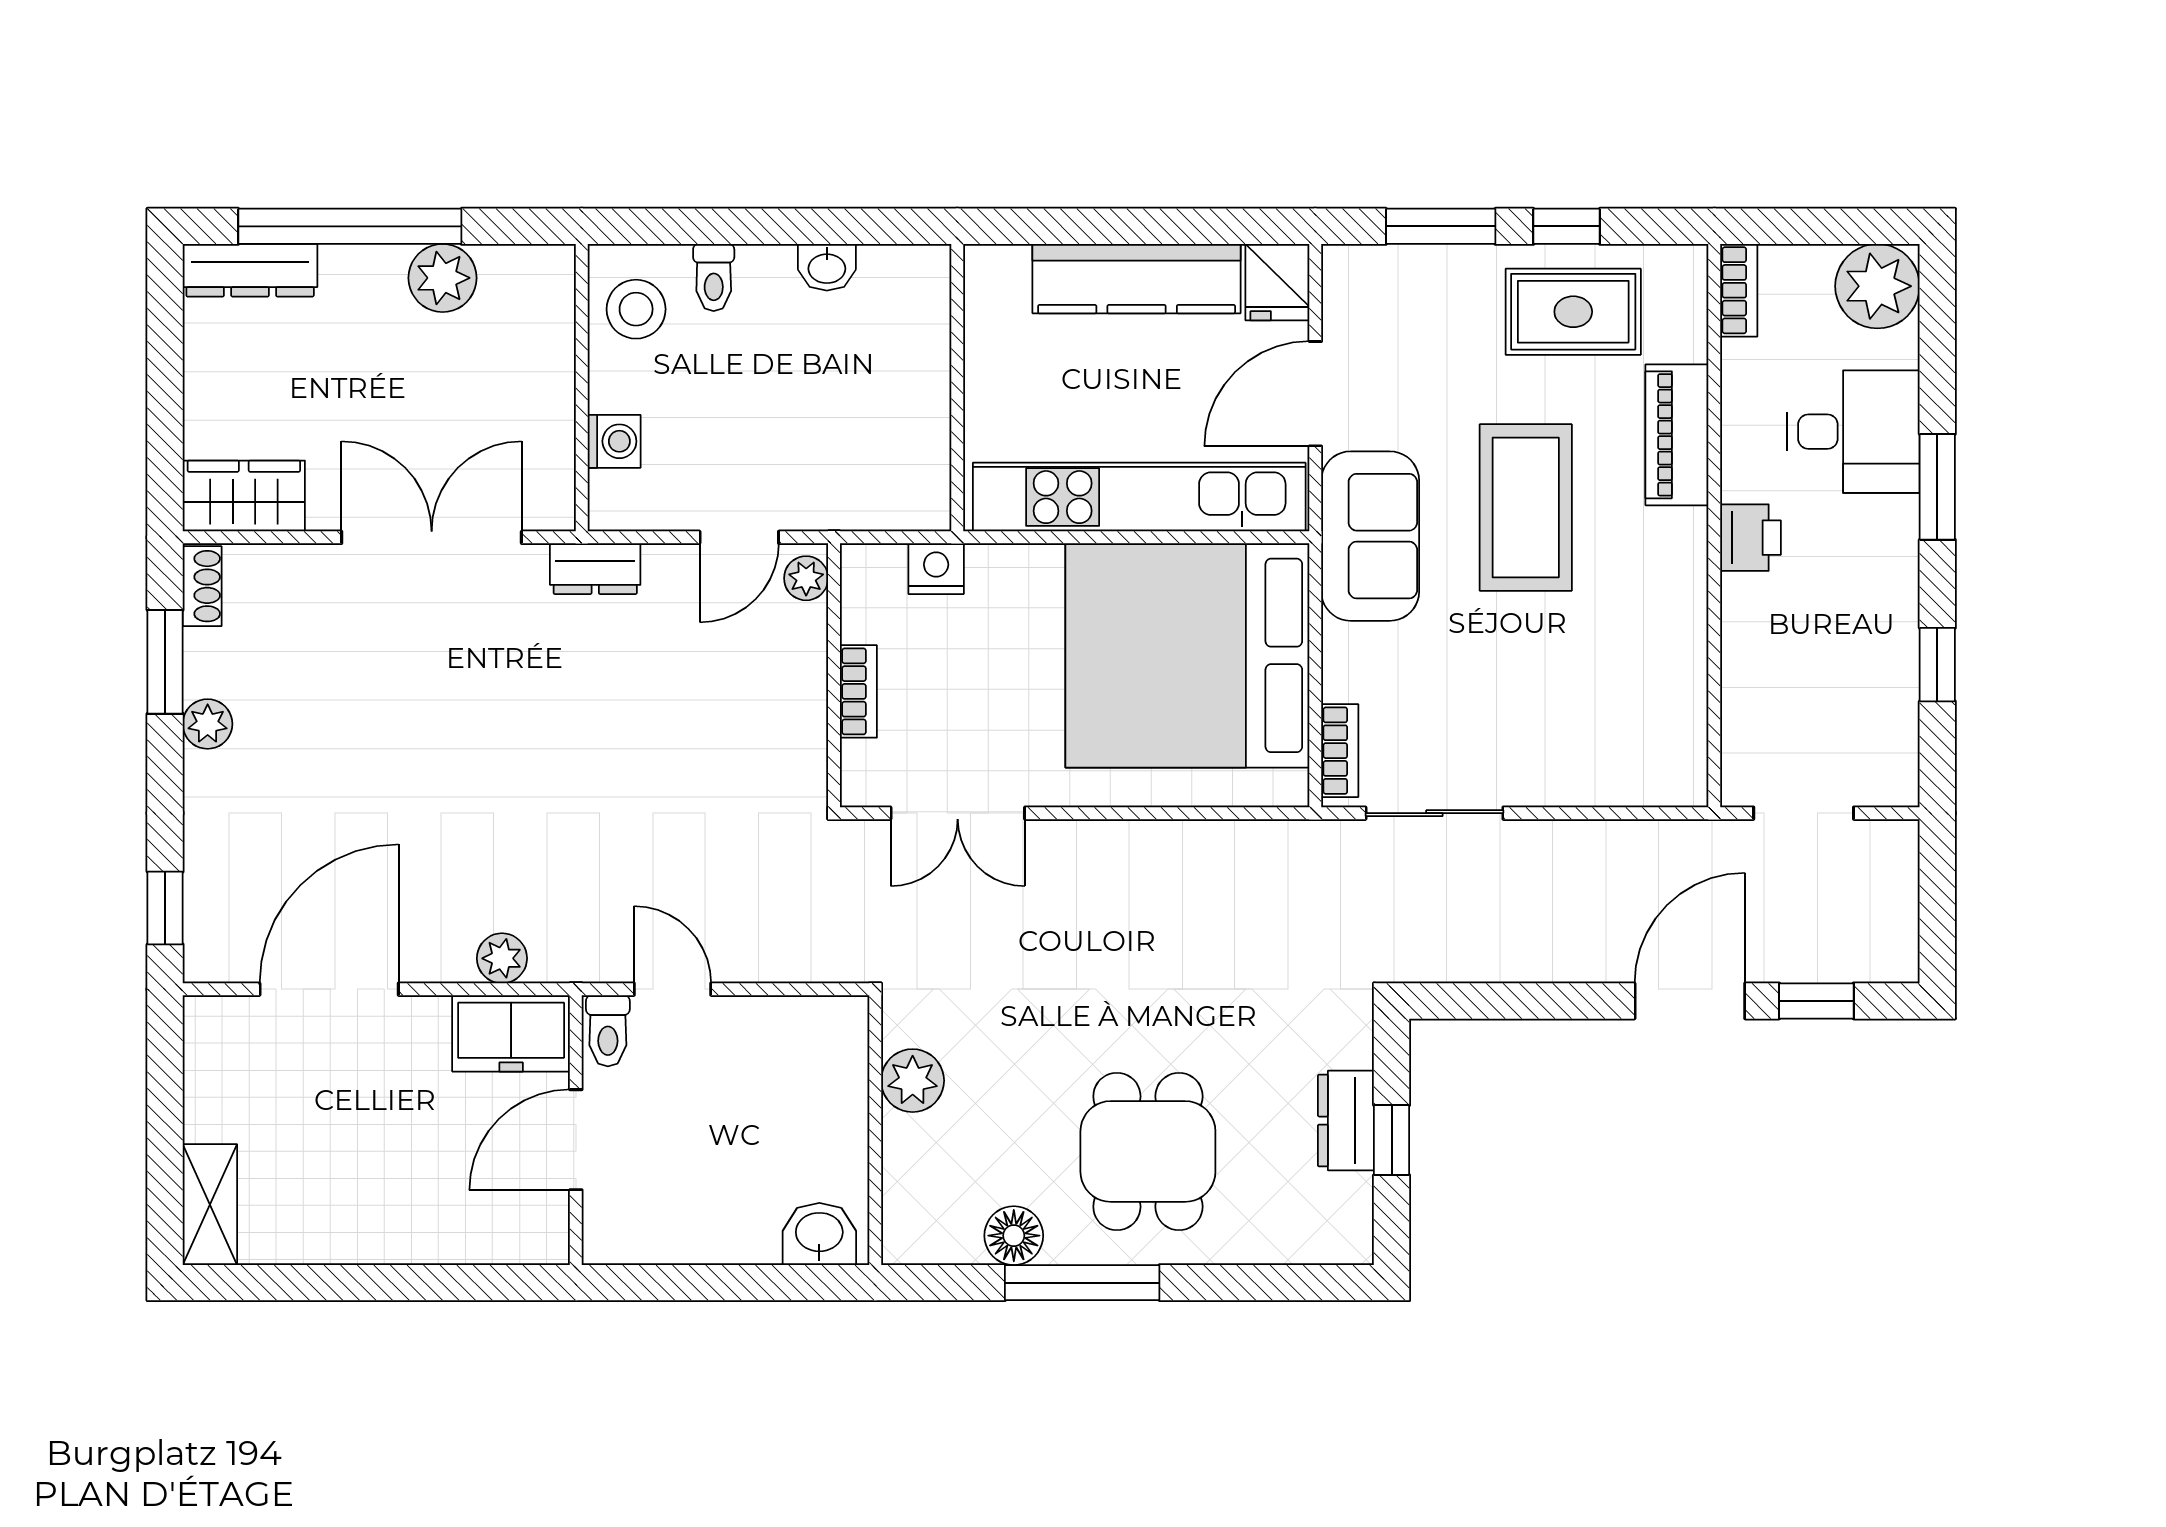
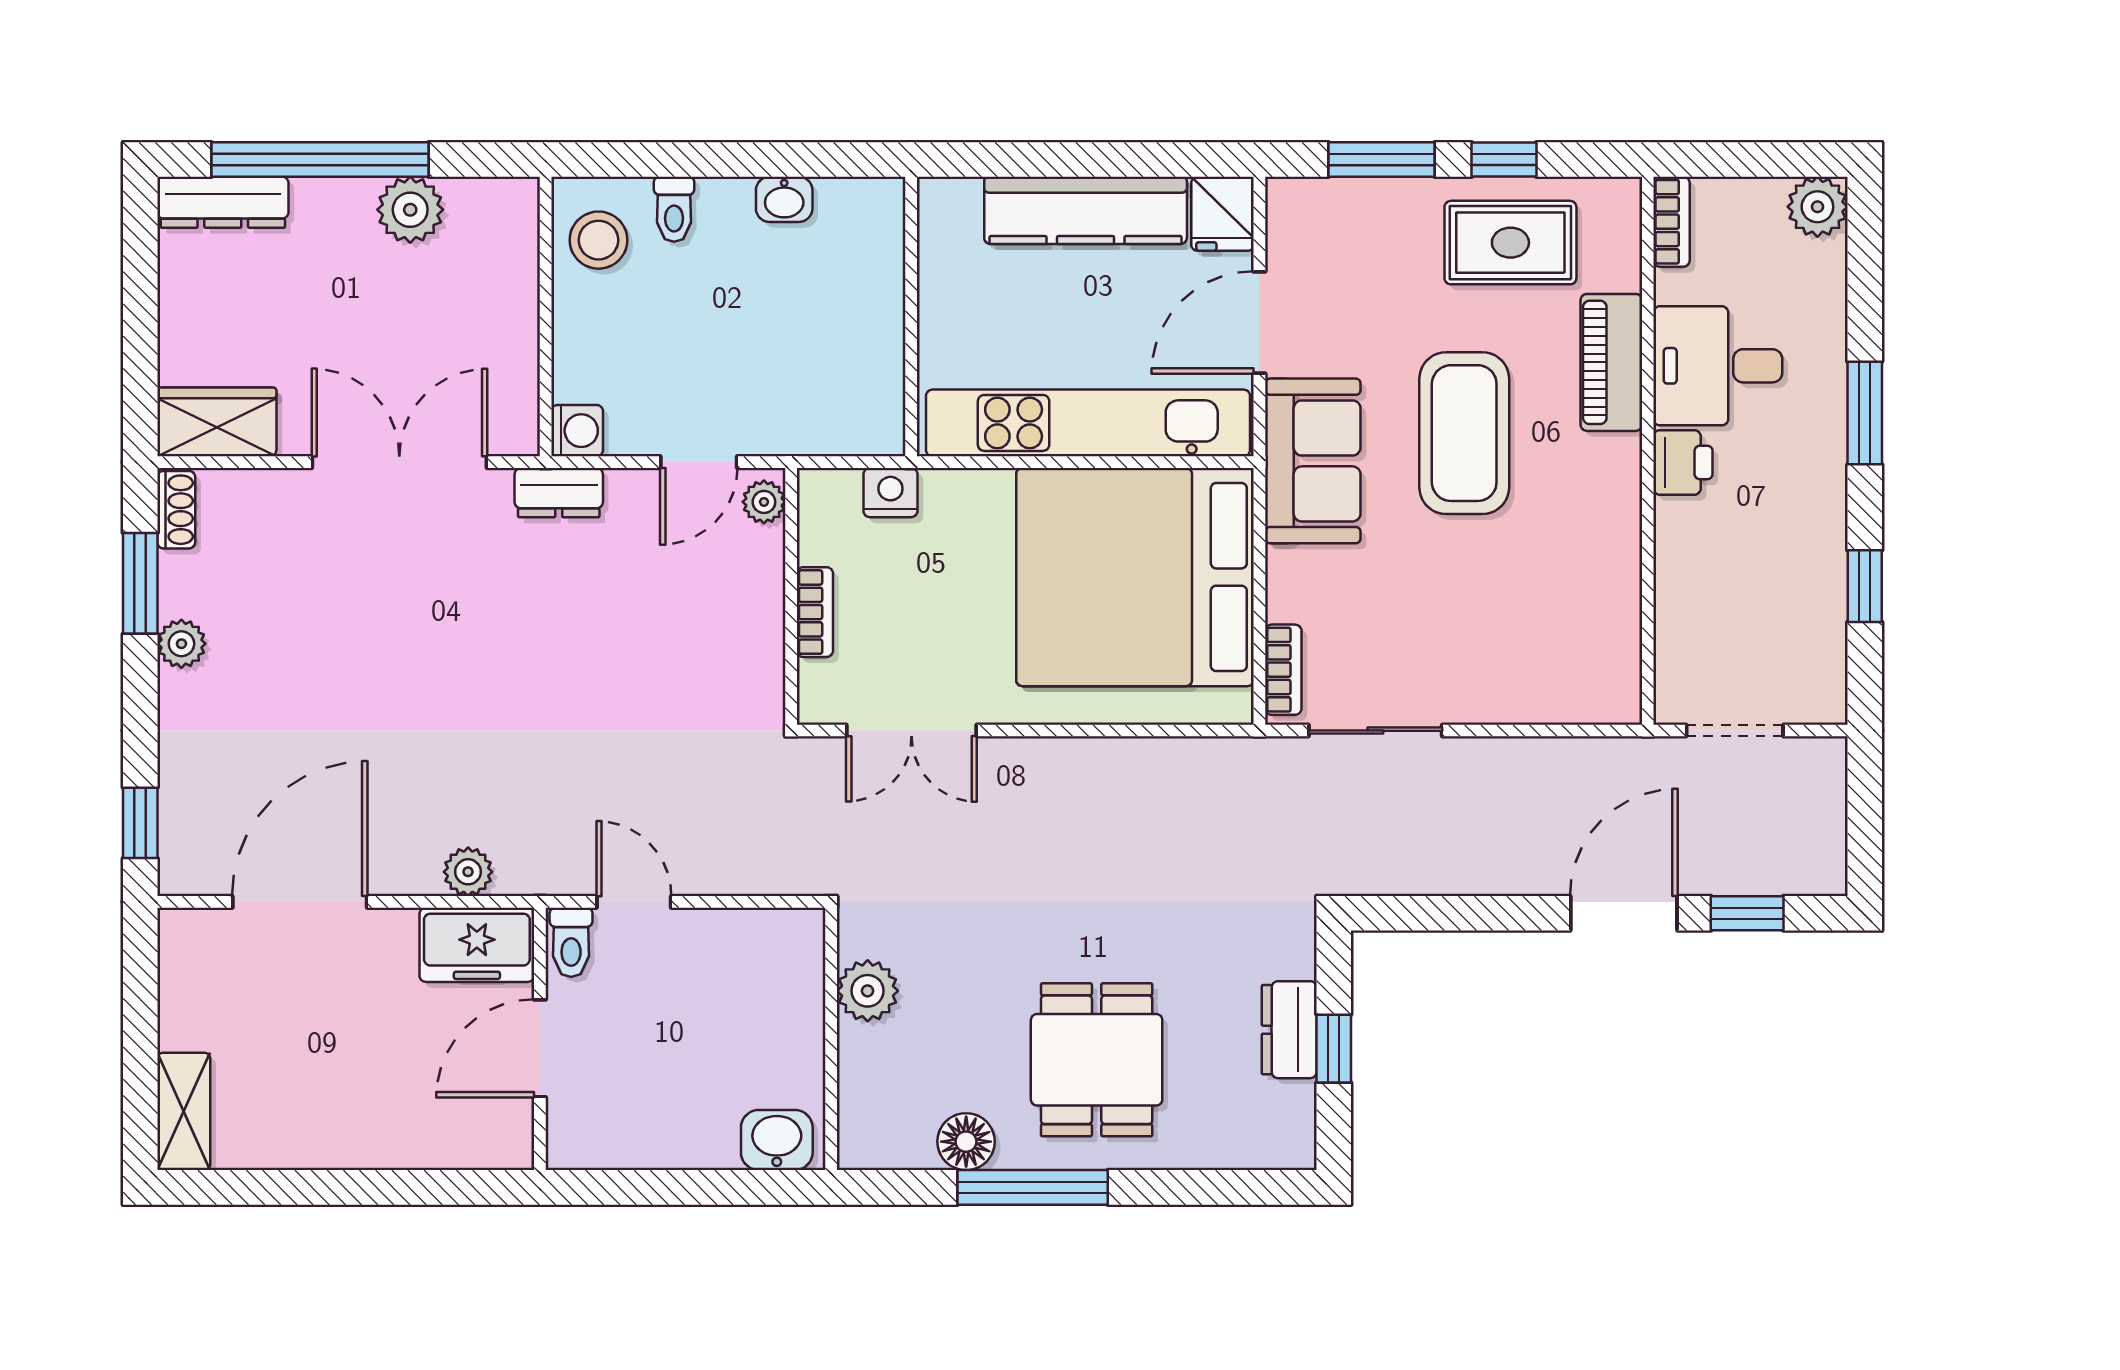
plant: (1877, 286) -> (1817, 207), width x0.73, depth x0.73
desk: (1854, 432) -> (1718, 366), moved, turned 180
washing machine: (614, 441) -> (577, 431), moved

